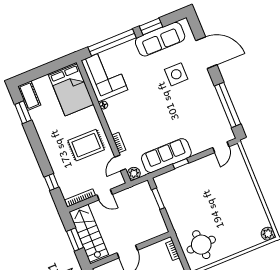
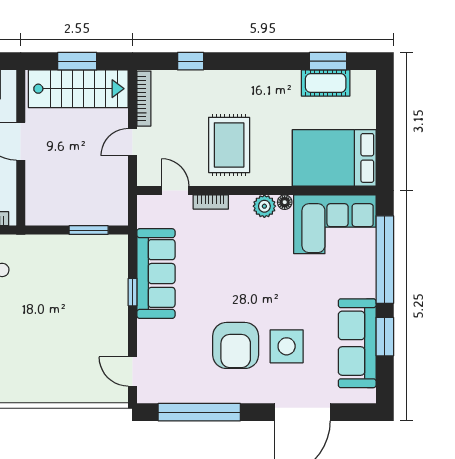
cot: (29, 96) -> (326, 83), moved
armchair: (186, 100) -> (236, 345), added
plant: (134, 173) -> (264, 206), moved

